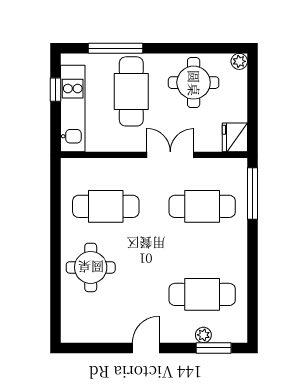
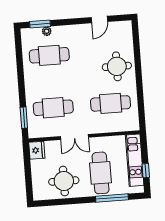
plant: (239, 61) -> (38, 196), removed
window: (252, 193) -> (24, 118), width x0.69
door: (146, 348) -> (99, 20), moved

